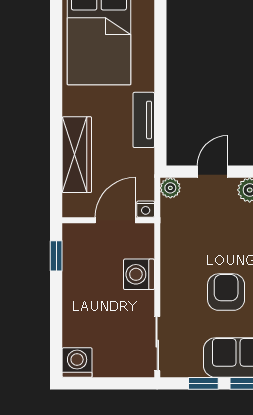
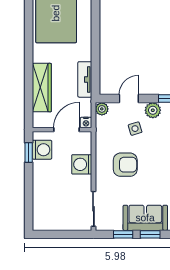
tv unit: (144, 120) -> (85, 79), moved
side table: (222, 219) -> (135, 129), added
armchair: (226, 292) -> (125, 165), moved, turned 90
washing machine: (77, 363) -> (42, 150), moved, turned 90

